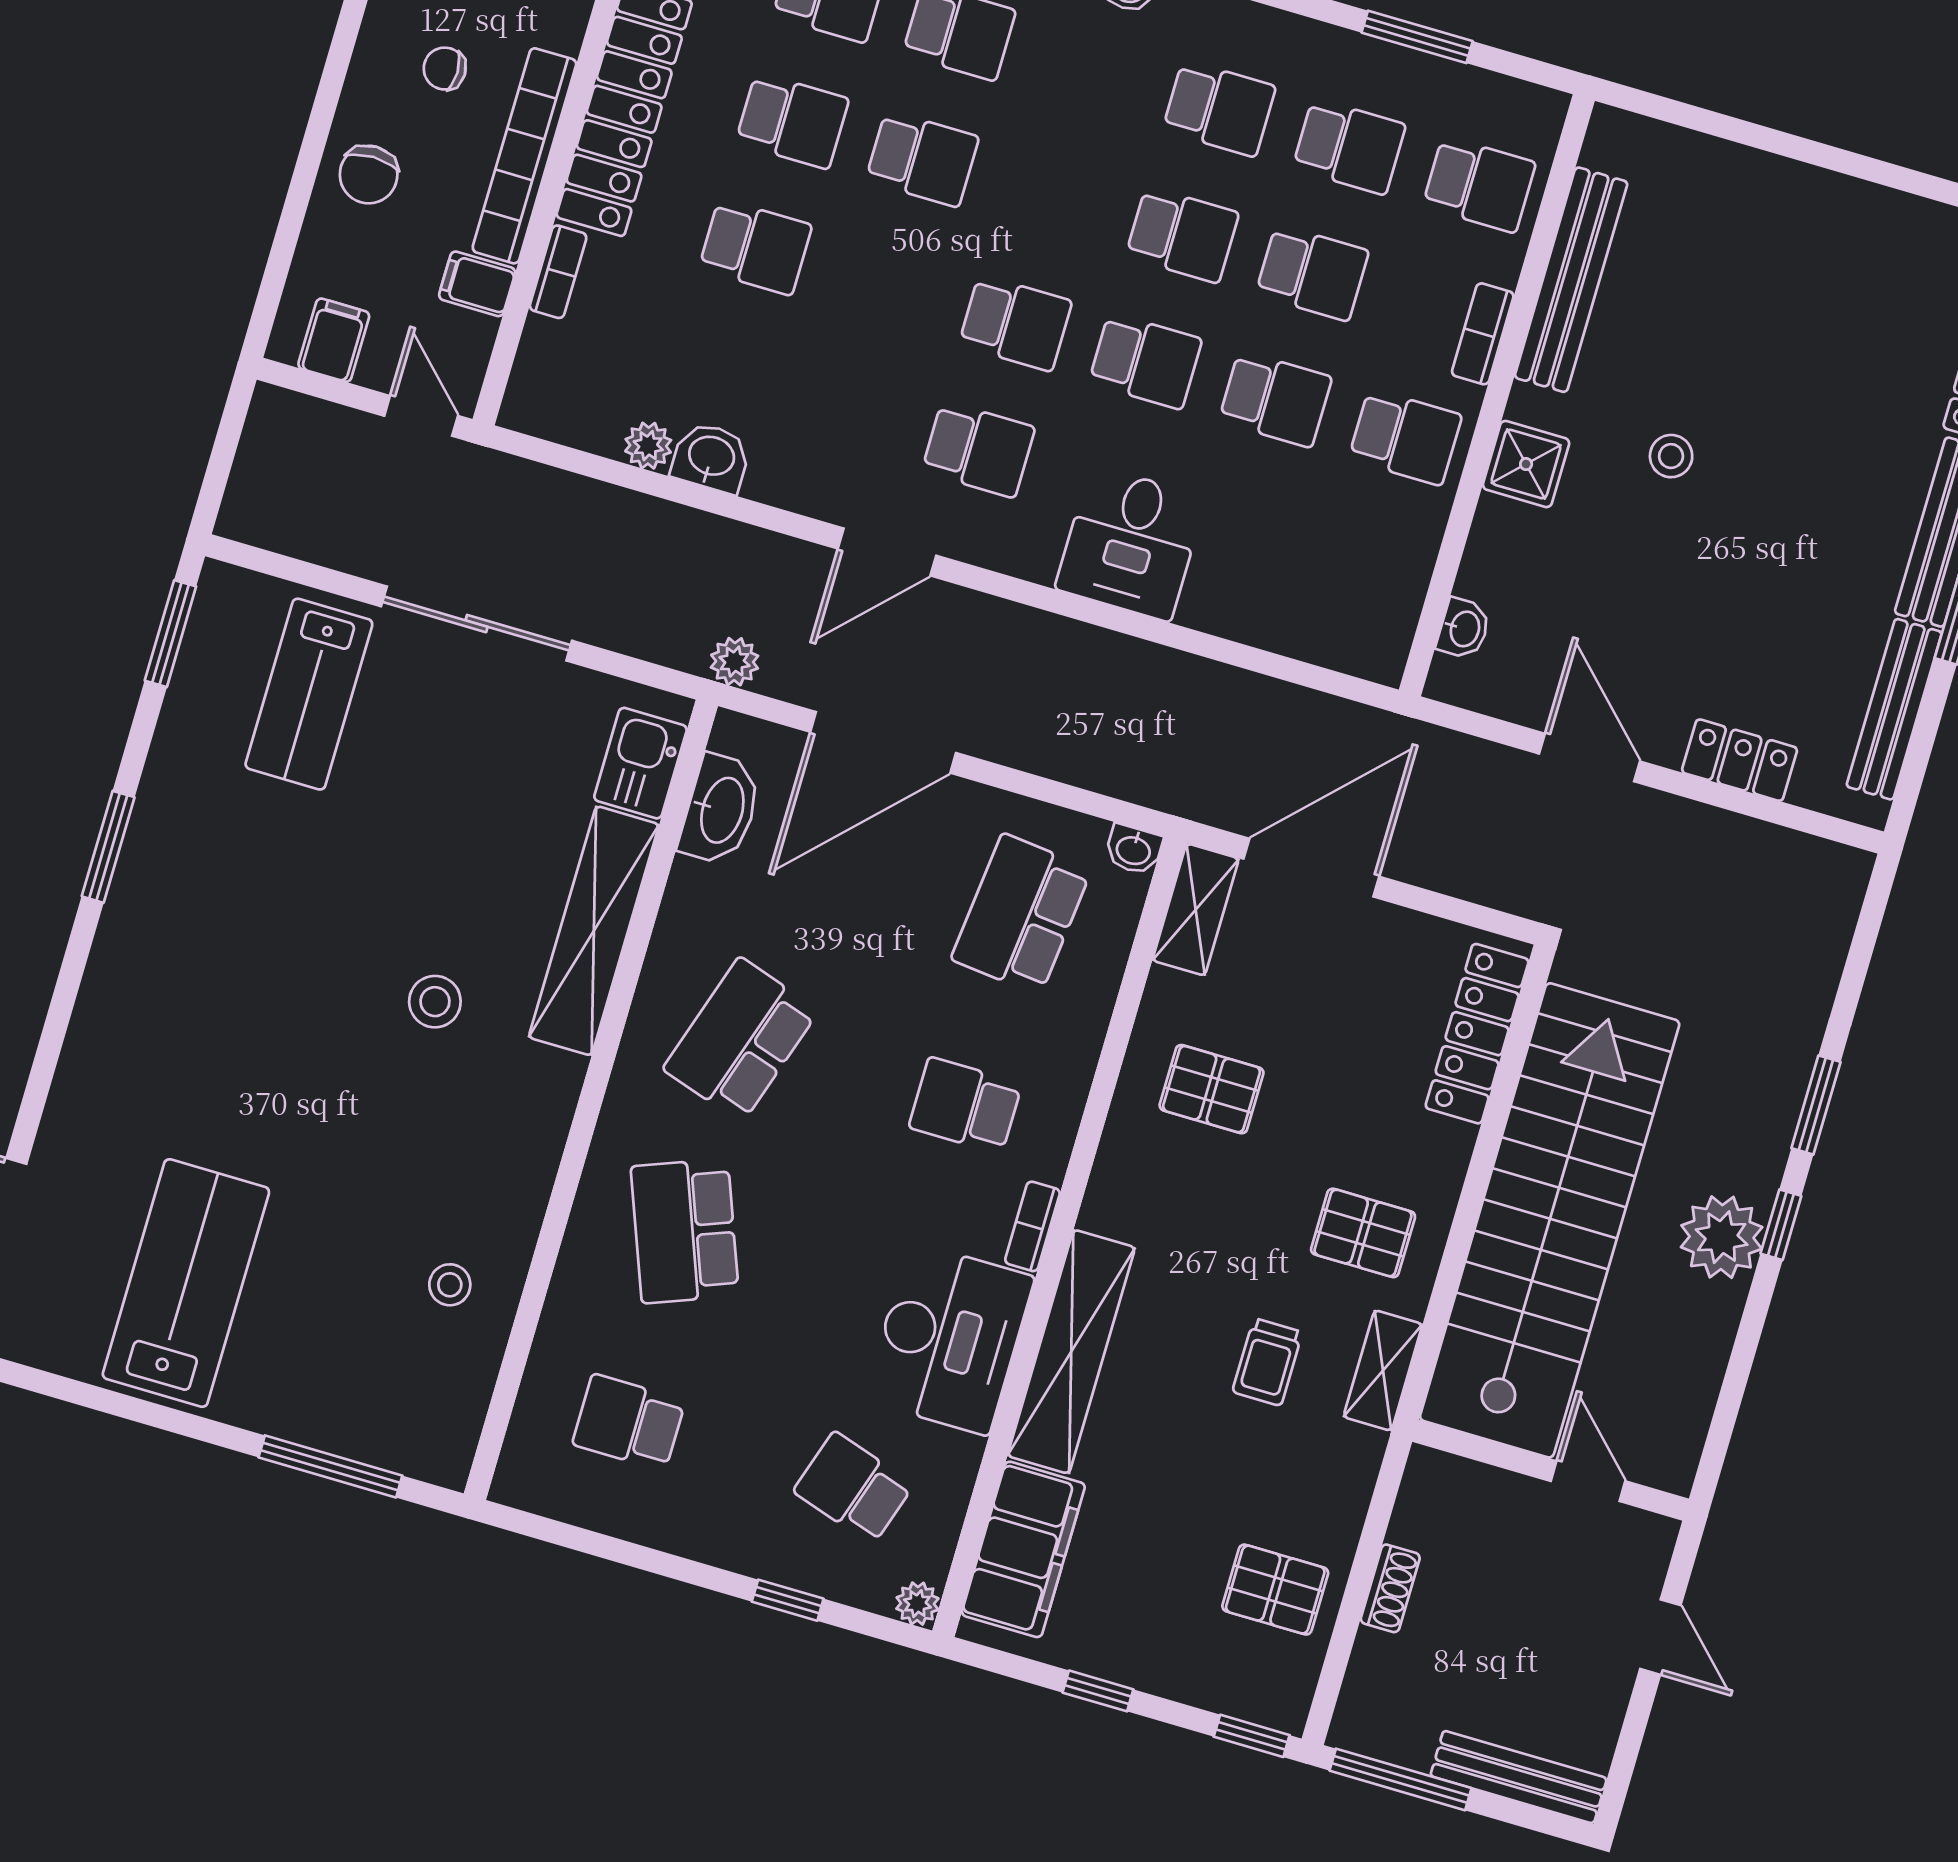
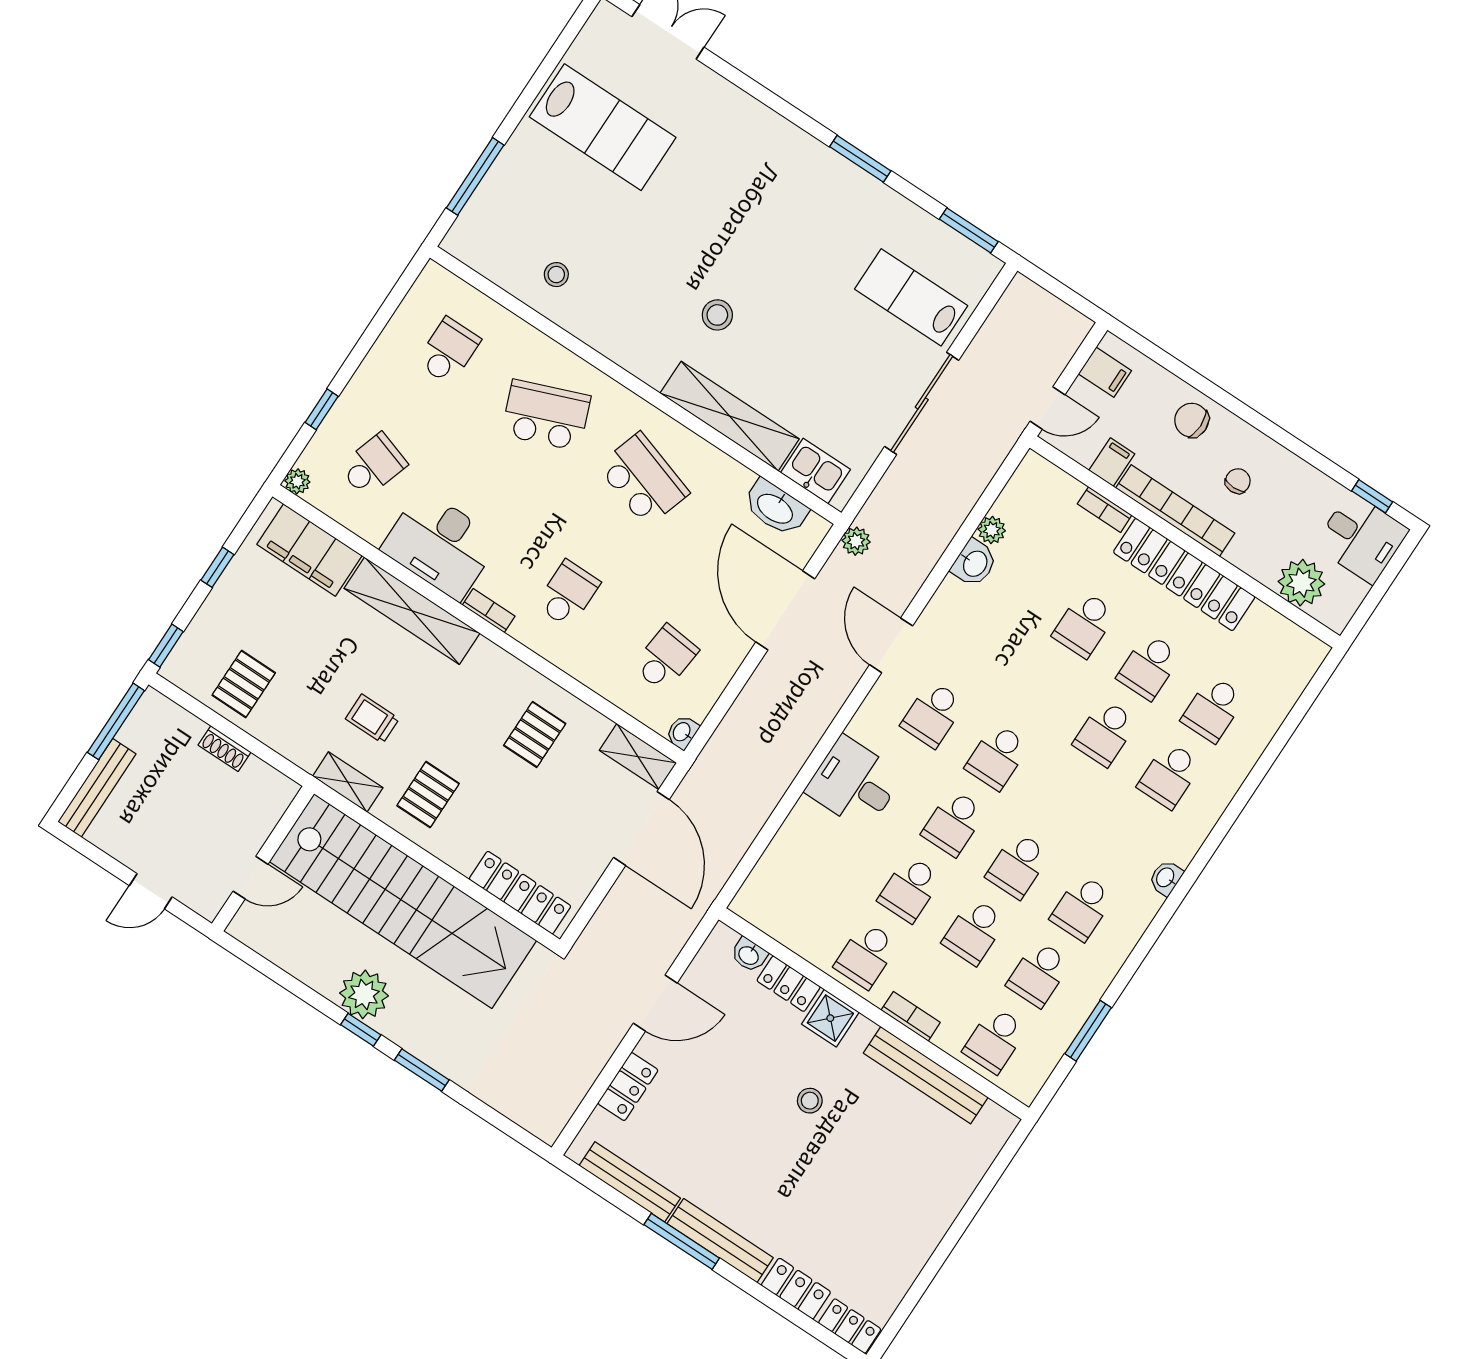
locker: (1491, 549) -> (789, 984), added
school desk: (1021, 914) -> (665, 658), width x0.54

